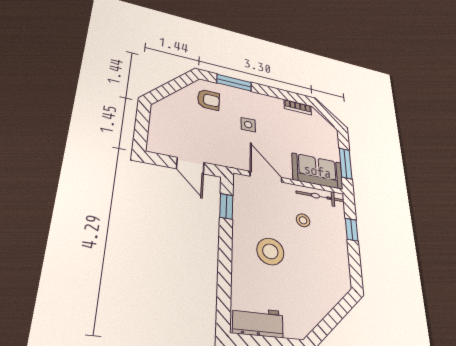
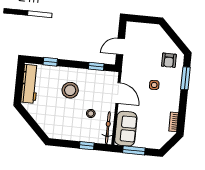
door: (266, 177) -> (118, 93), hinge flipped
window: (224, 284) -> (50, 62), added
workbench: (258, 322) -> (30, 84), width x1.38

